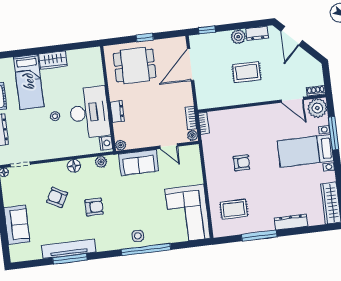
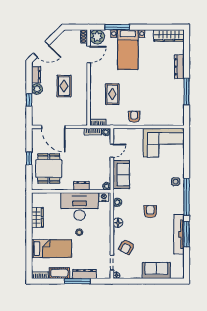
window: (207, 30) -> (29, 100), moved
wardrobe: (53, 60) -> (37, 217), moved
armchair: (241, 163) -> (134, 117), moved
armchair: (57, 197) -> (126, 247), moved
rug: (234, 209) -> (112, 94), moved
window: (146, 250) -> (187, 197), moved

